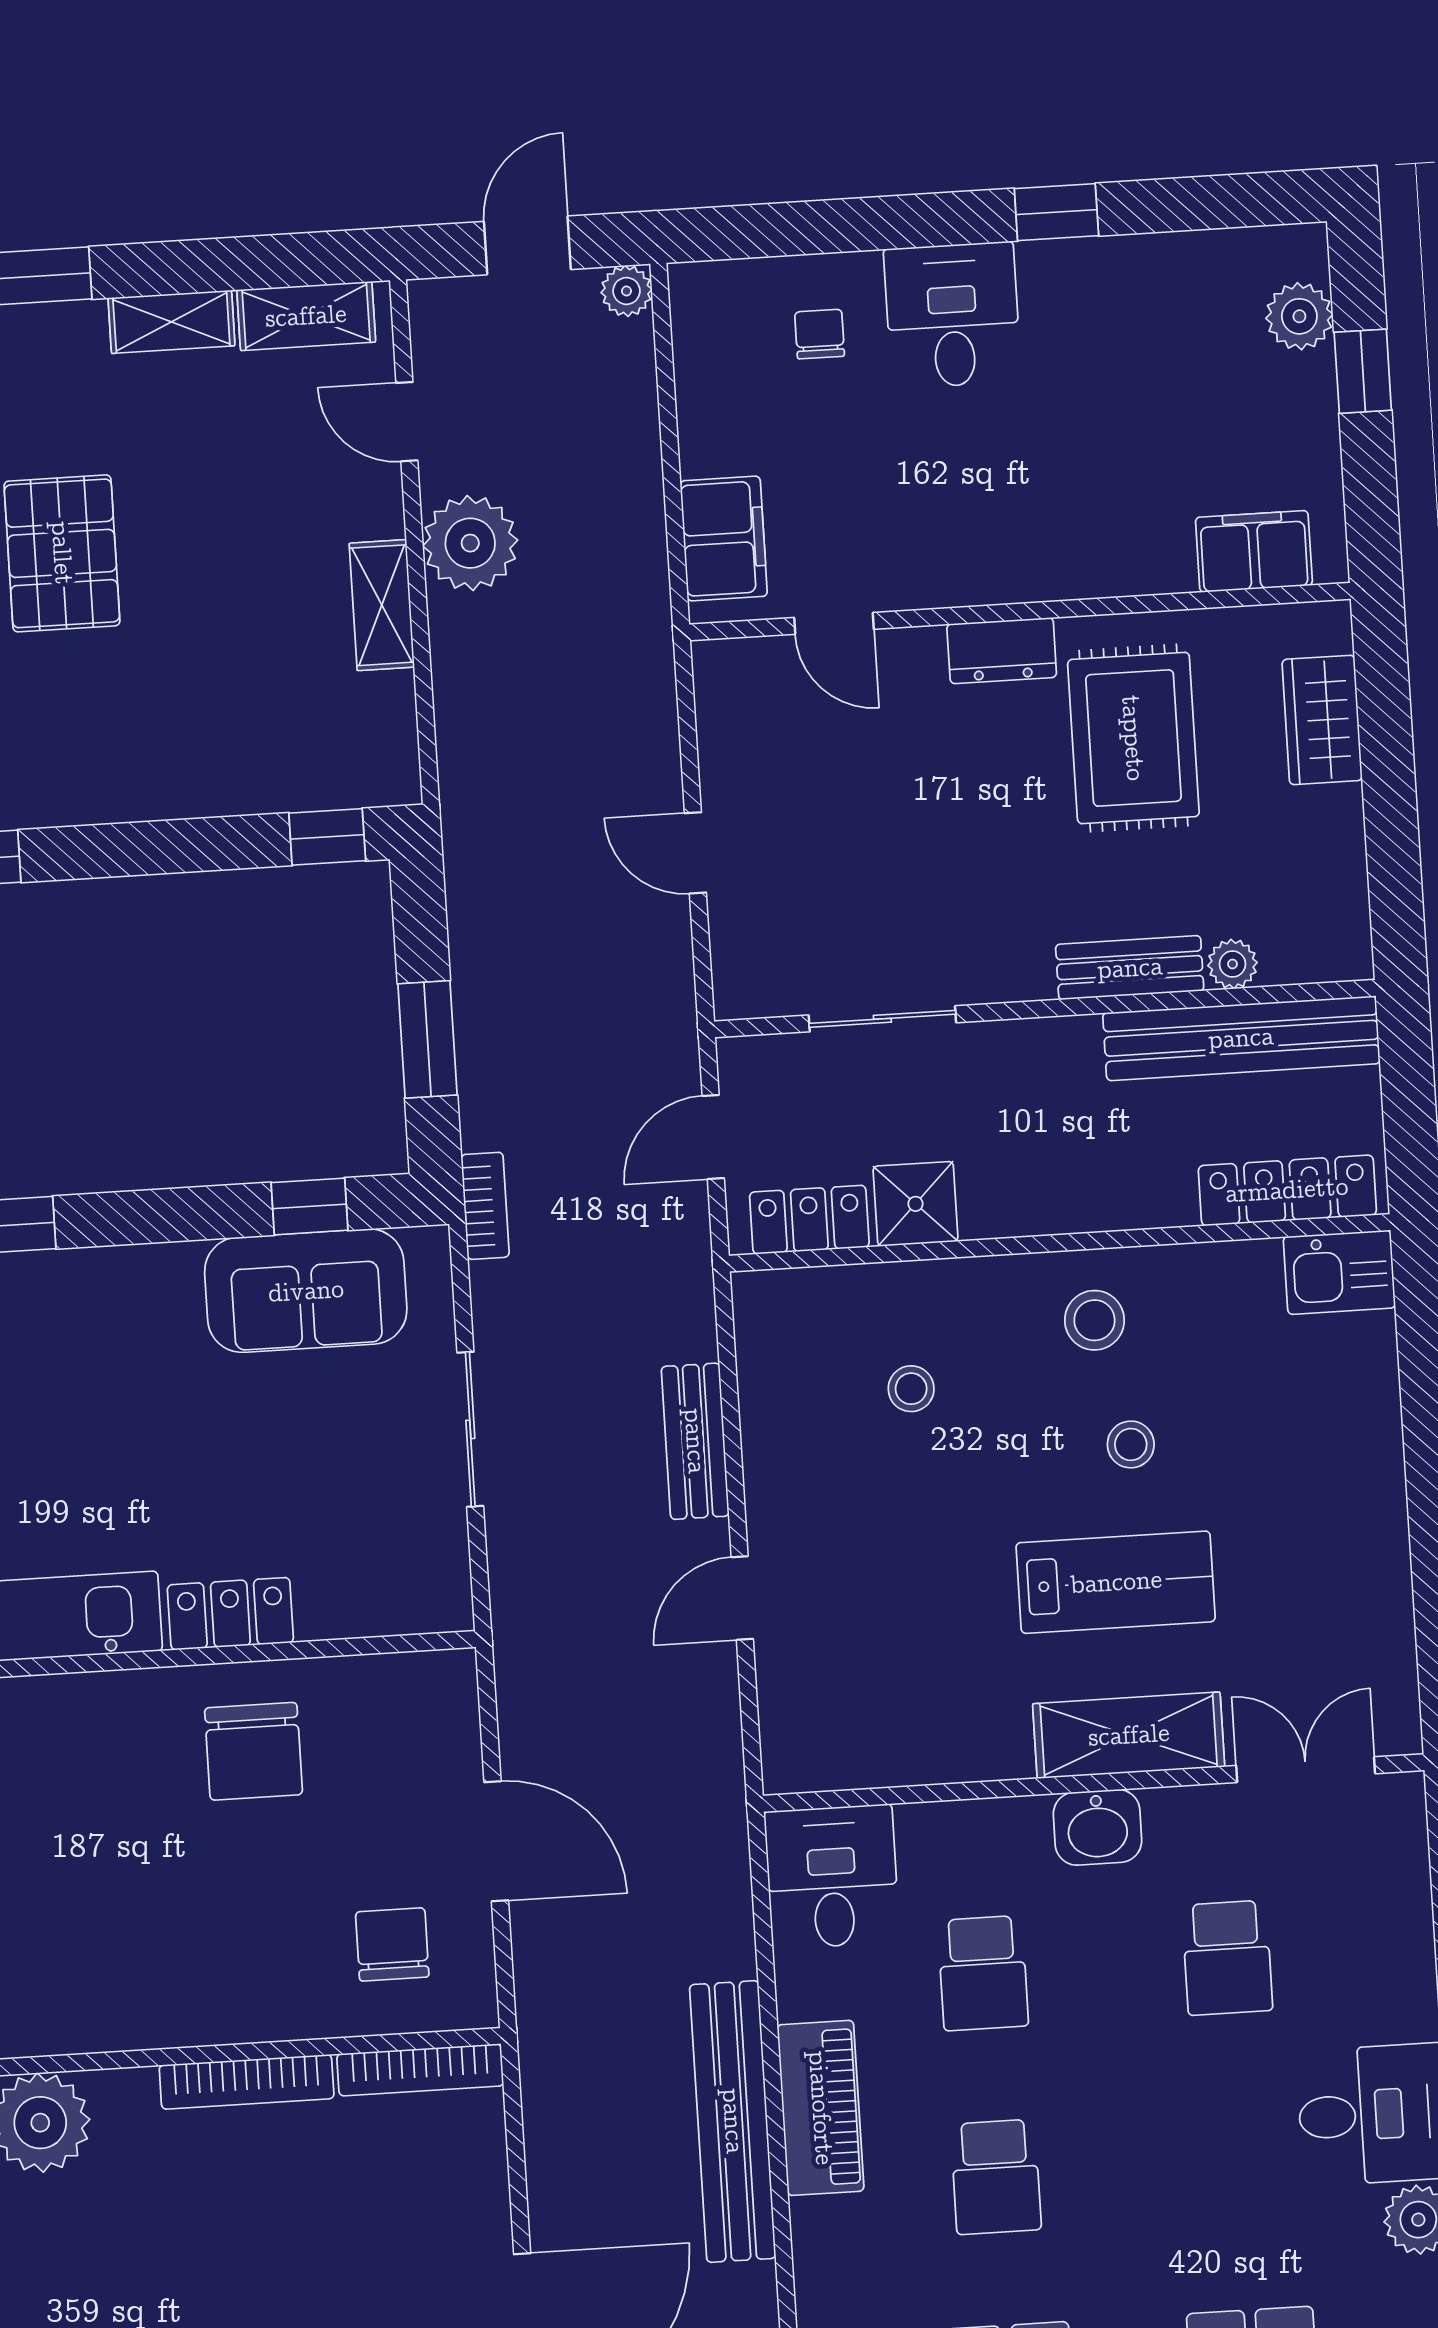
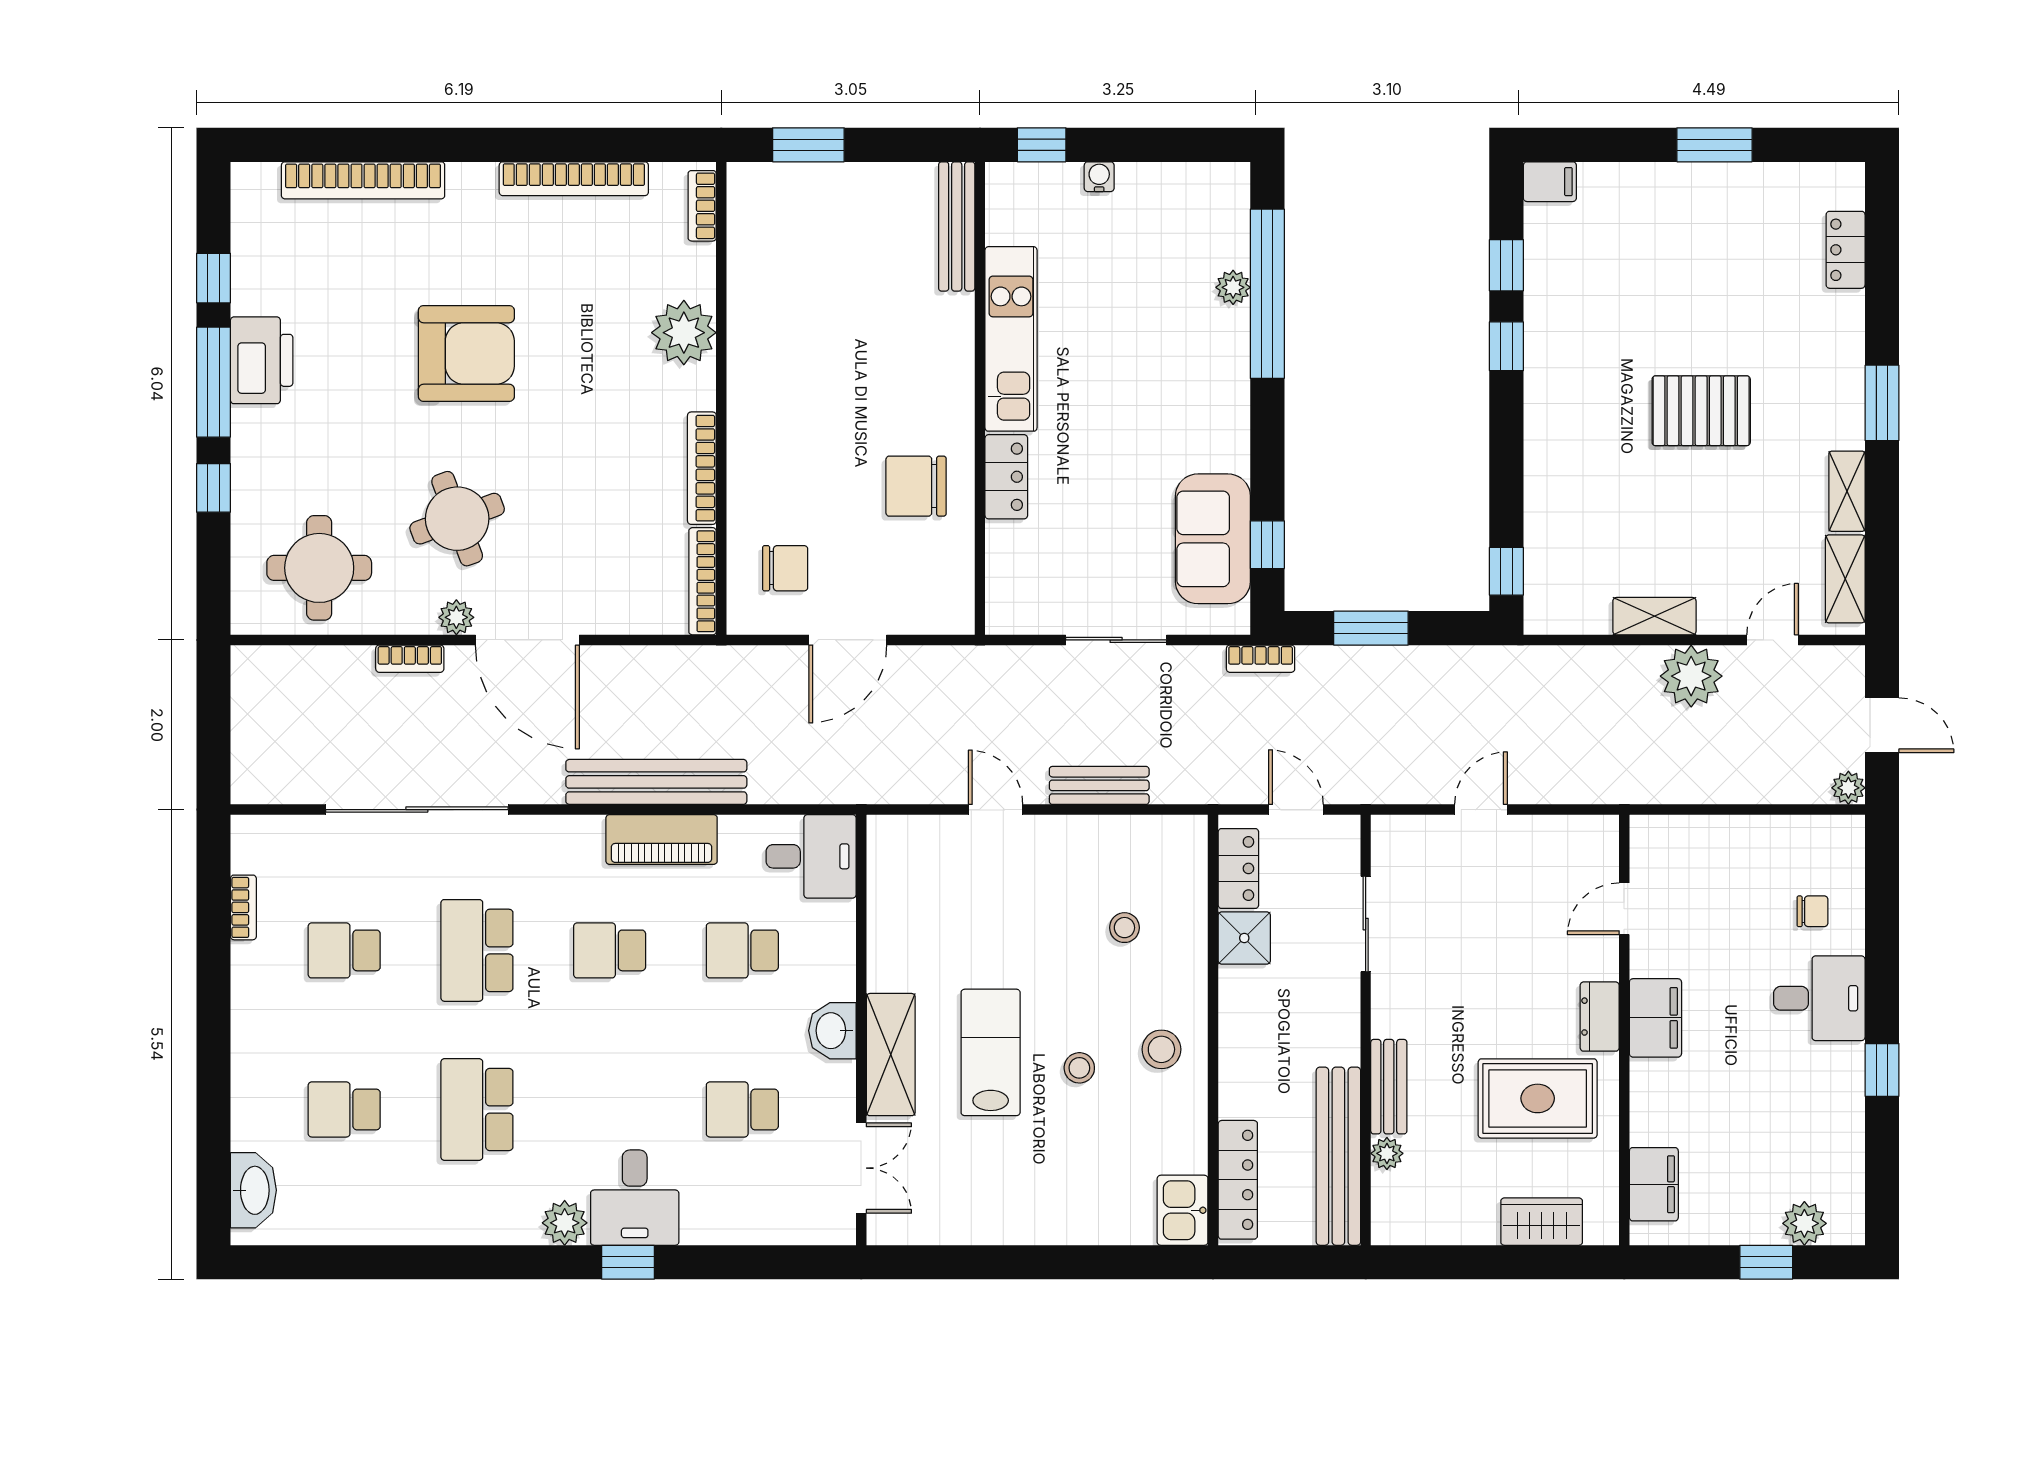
filing cabinet: (724, 539) -> (1655, 1018), moved, turned -90
lab bench: (1116, 1582) -> (991, 1052), turned 180

